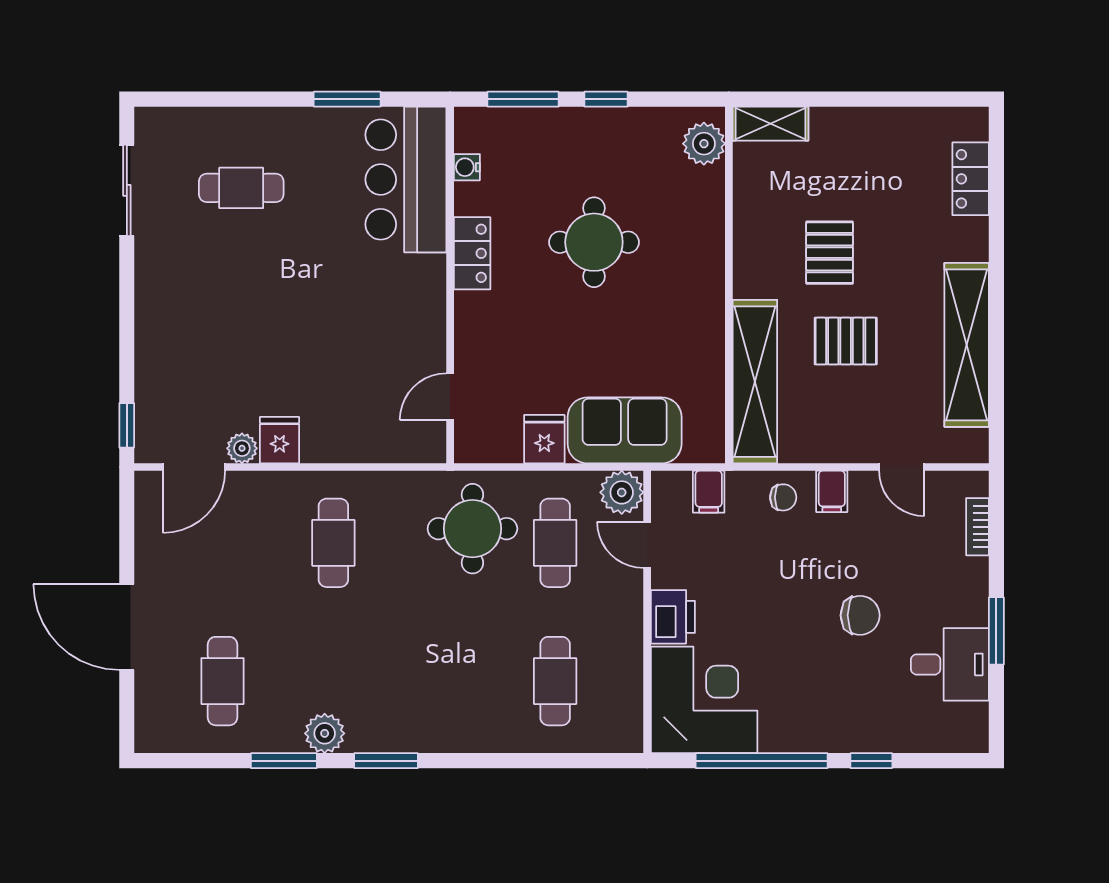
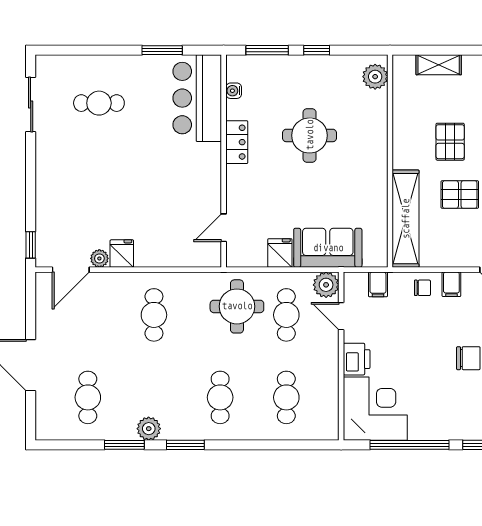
shelving: (770, 124) -> (439, 65), moved
cafe table: (444, 681) -> (220, 397), added

